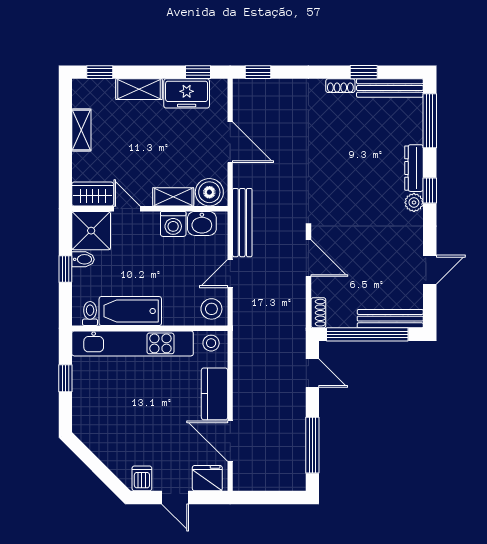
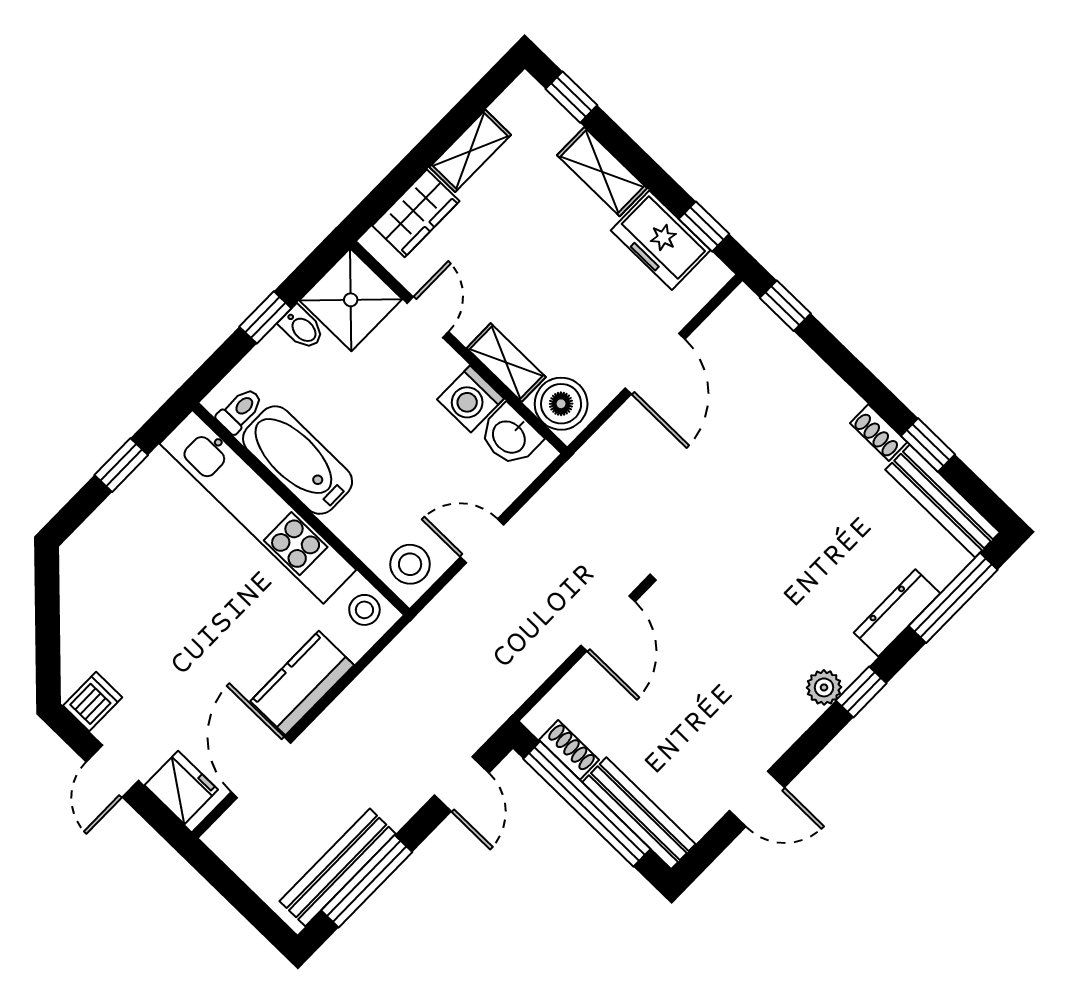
dresser: (414, 168) -> (897, 613), moved
wardrobe: (93, 194) -> (416, 213), moved, turned 90
bench: (242, 223) -> (338, 867), moved
shoe rack: (318, 313) -> (569, 750), moved, turned -90

